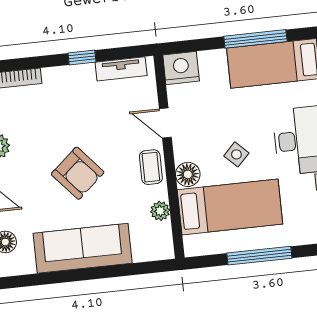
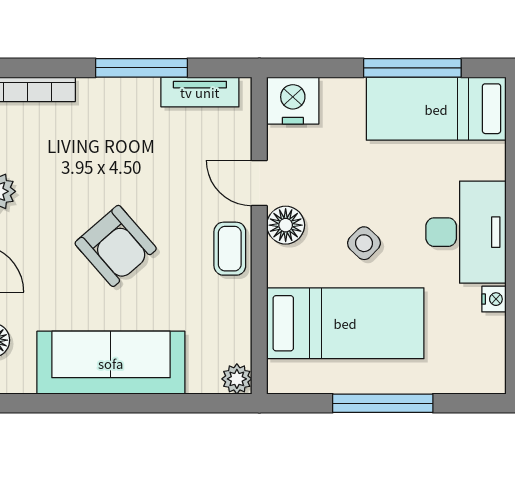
window: (82, 57) -> (142, 68), width x2.17
floor lamp: (188, 174) -> (286, 225), moved
plant: (160, 211) -> (237, 379), moved

